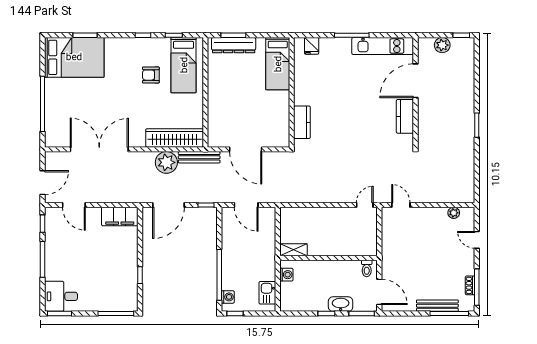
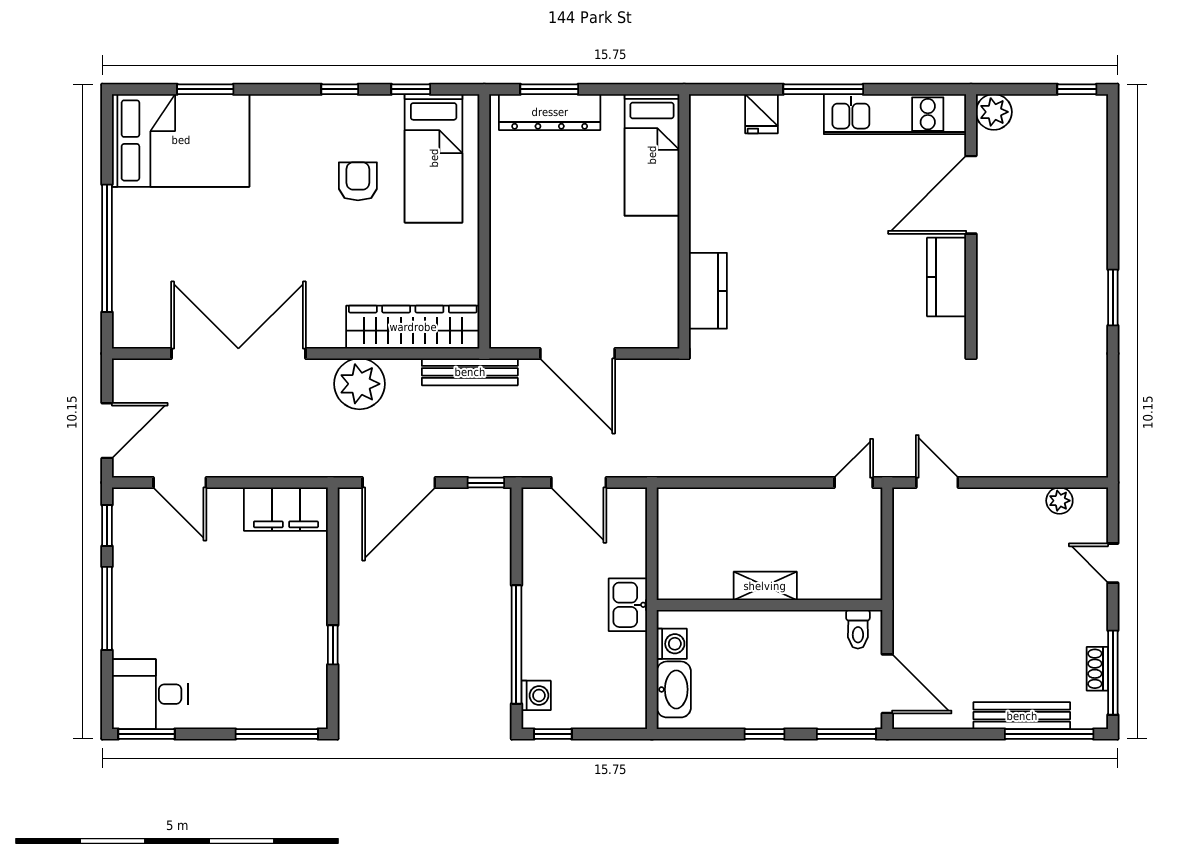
plant: (442, 45) -> (994, 112), moved
fridge: (312, 46) -> (761, 114), moved
armchair: (151, 75) -> (358, 181), turned 90
plant: (166, 162) -> (359, 384), moved
shelving: (293, 250) -> (765, 586), moved
kitchen sink: (267, 293) -> (628, 605), moved
washbasin: (341, 304) -> (674, 689), moved, turned 90

